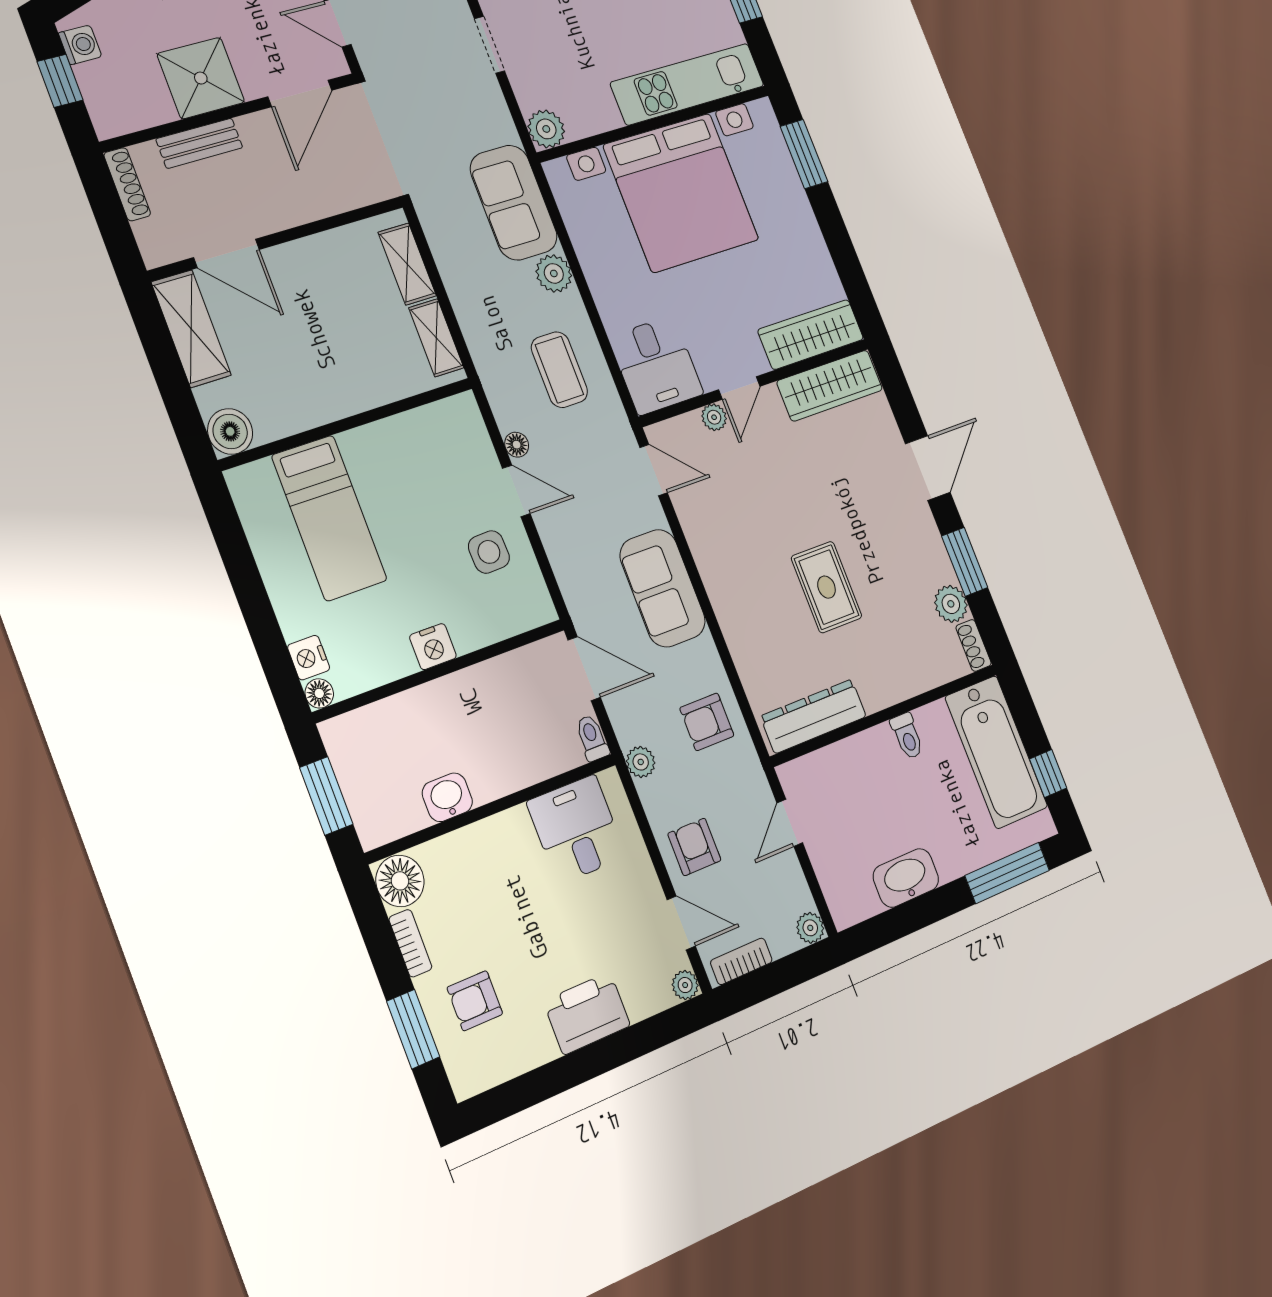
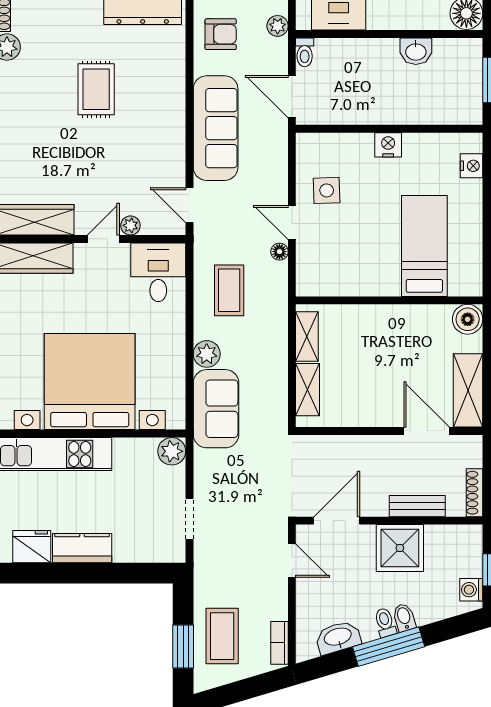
sofa: (663, 588) -> (216, 128), width x1.36
floor lamp: (319, 693) -> (473, 142), removed

